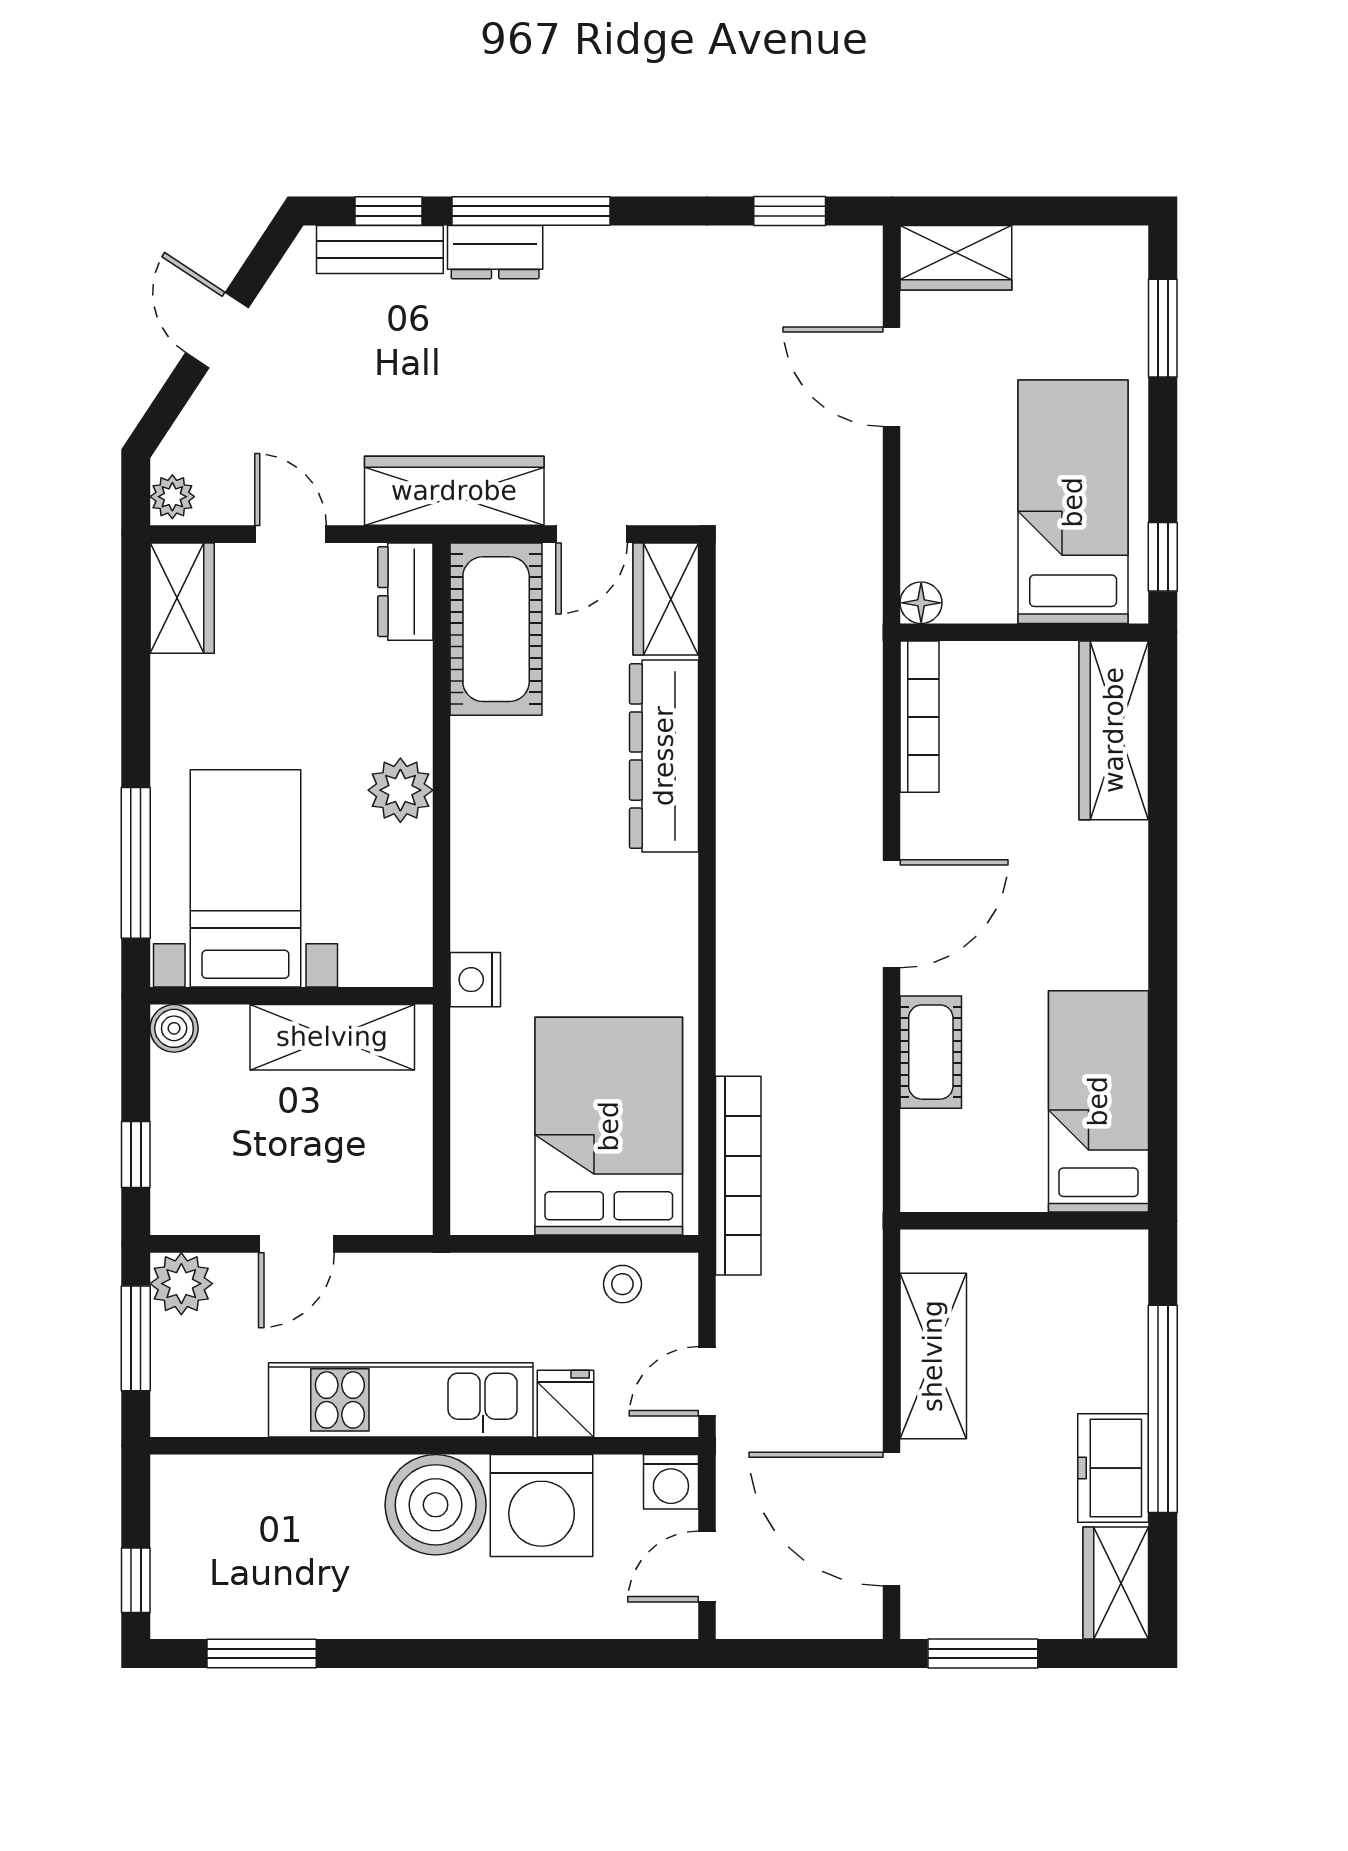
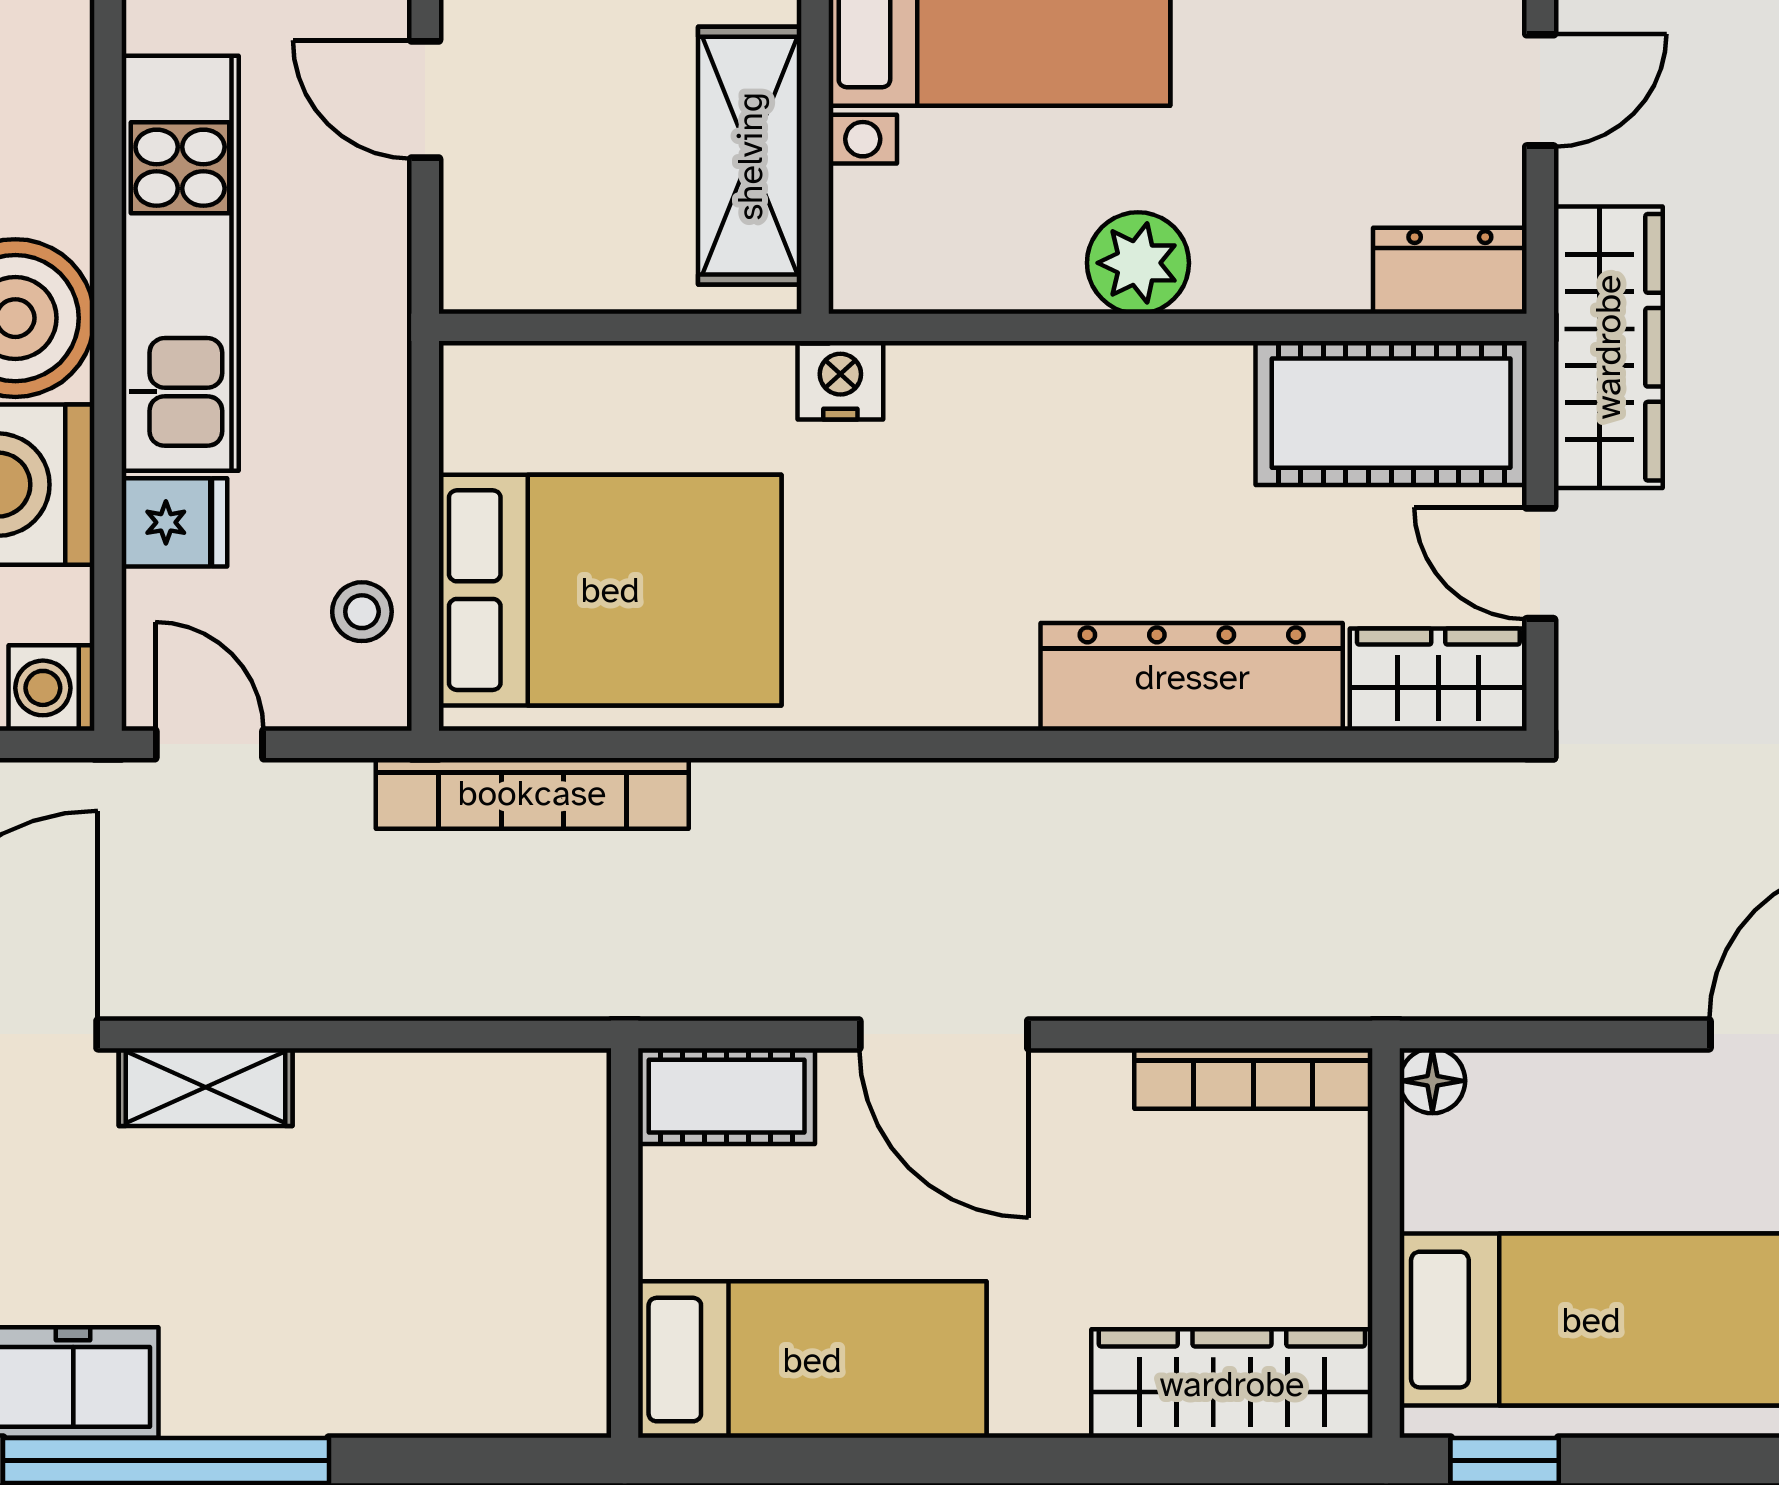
bed: (1098, 1101) -> (812, 1360), moved
wall: (1024, 1221) -> (625, 1243), moved
shelving: (933, 1356) -> (206, 1087), width x0.67, depth x0.75

